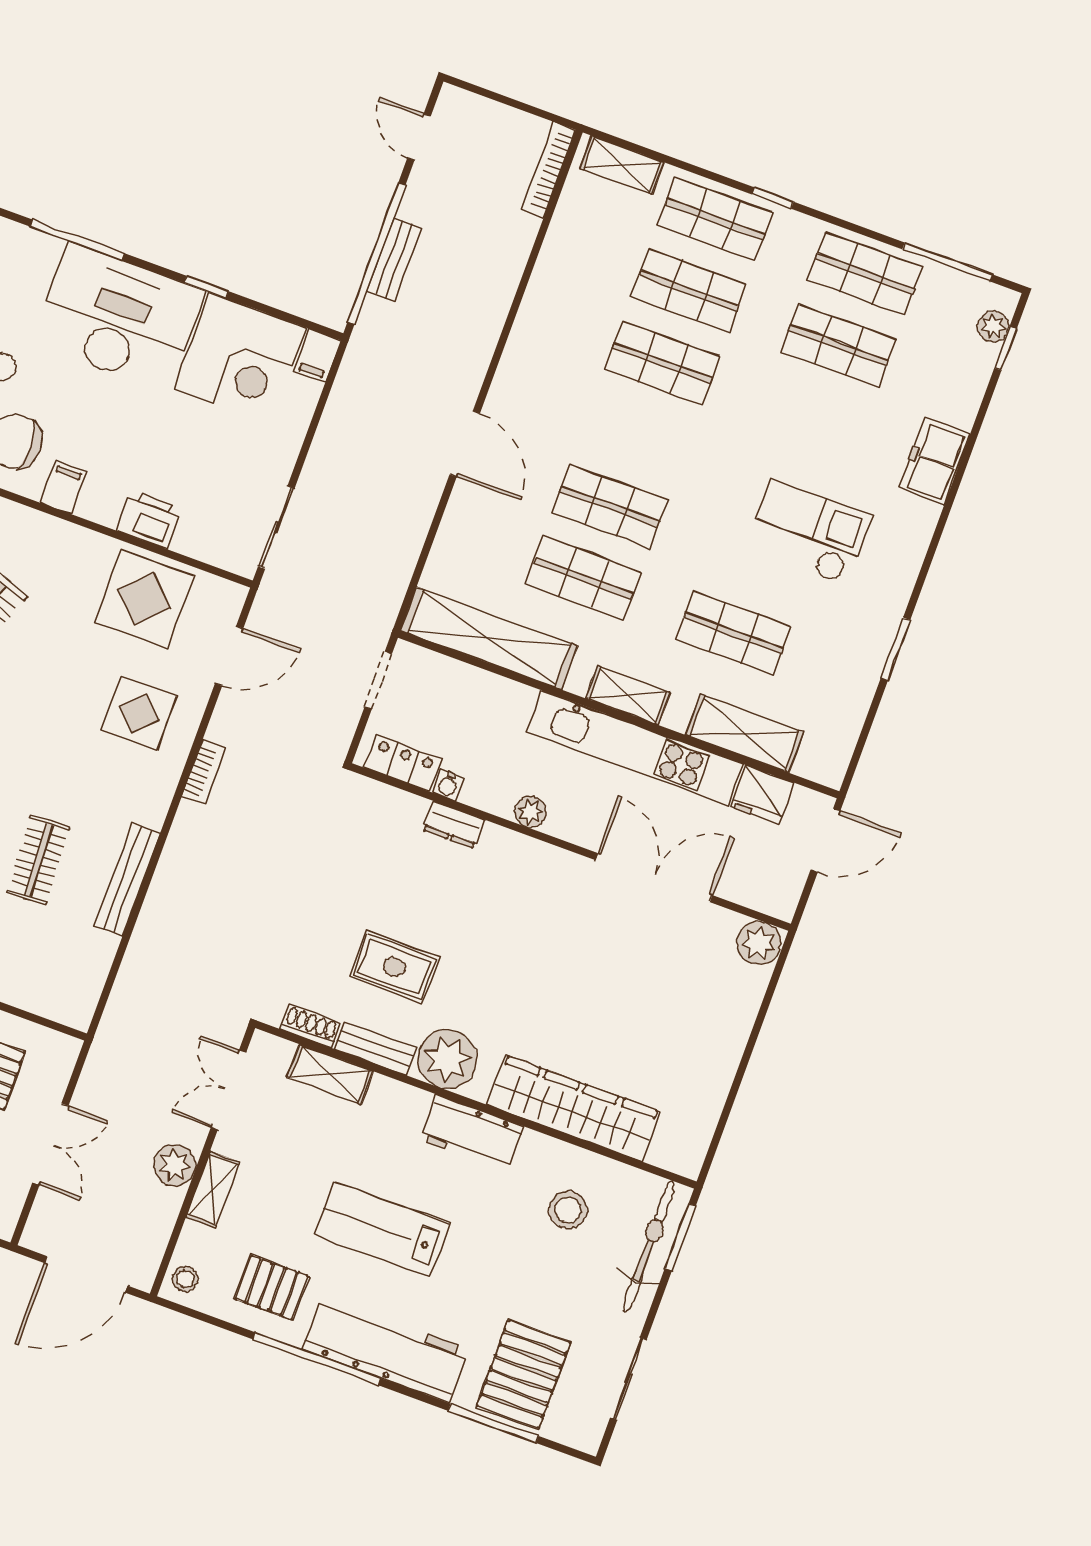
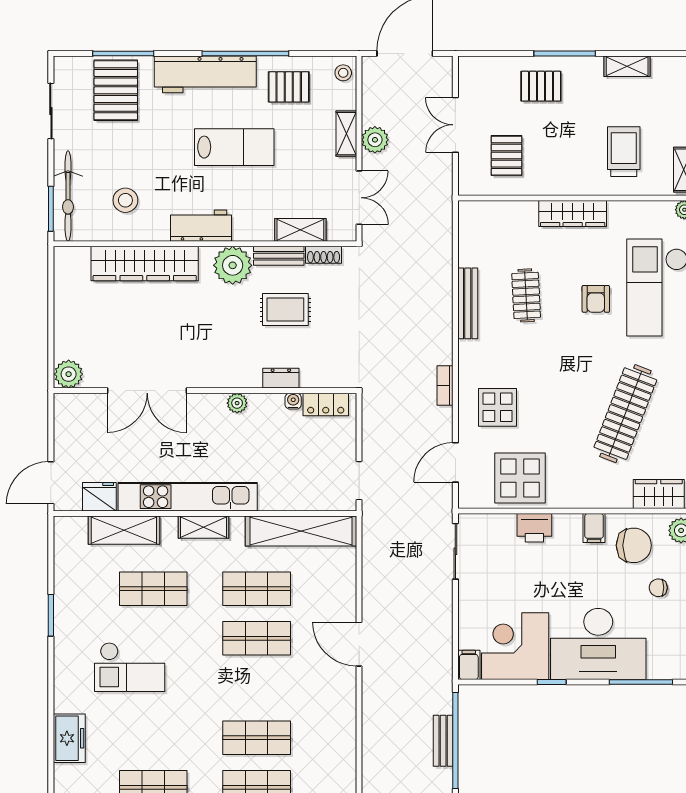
locker: (403, 763) -> (326, 404), moved
water cooler: (448, 785) -> (293, 401), moved
plant: (530, 812) -> (237, 403), moved
dresser: (454, 825) -> (281, 378), moved
wall: (570, 847) -> (205, 391), moved
double door: (654, 878) -> (147, 391), moved
plant: (759, 943) -> (69, 374), moved

